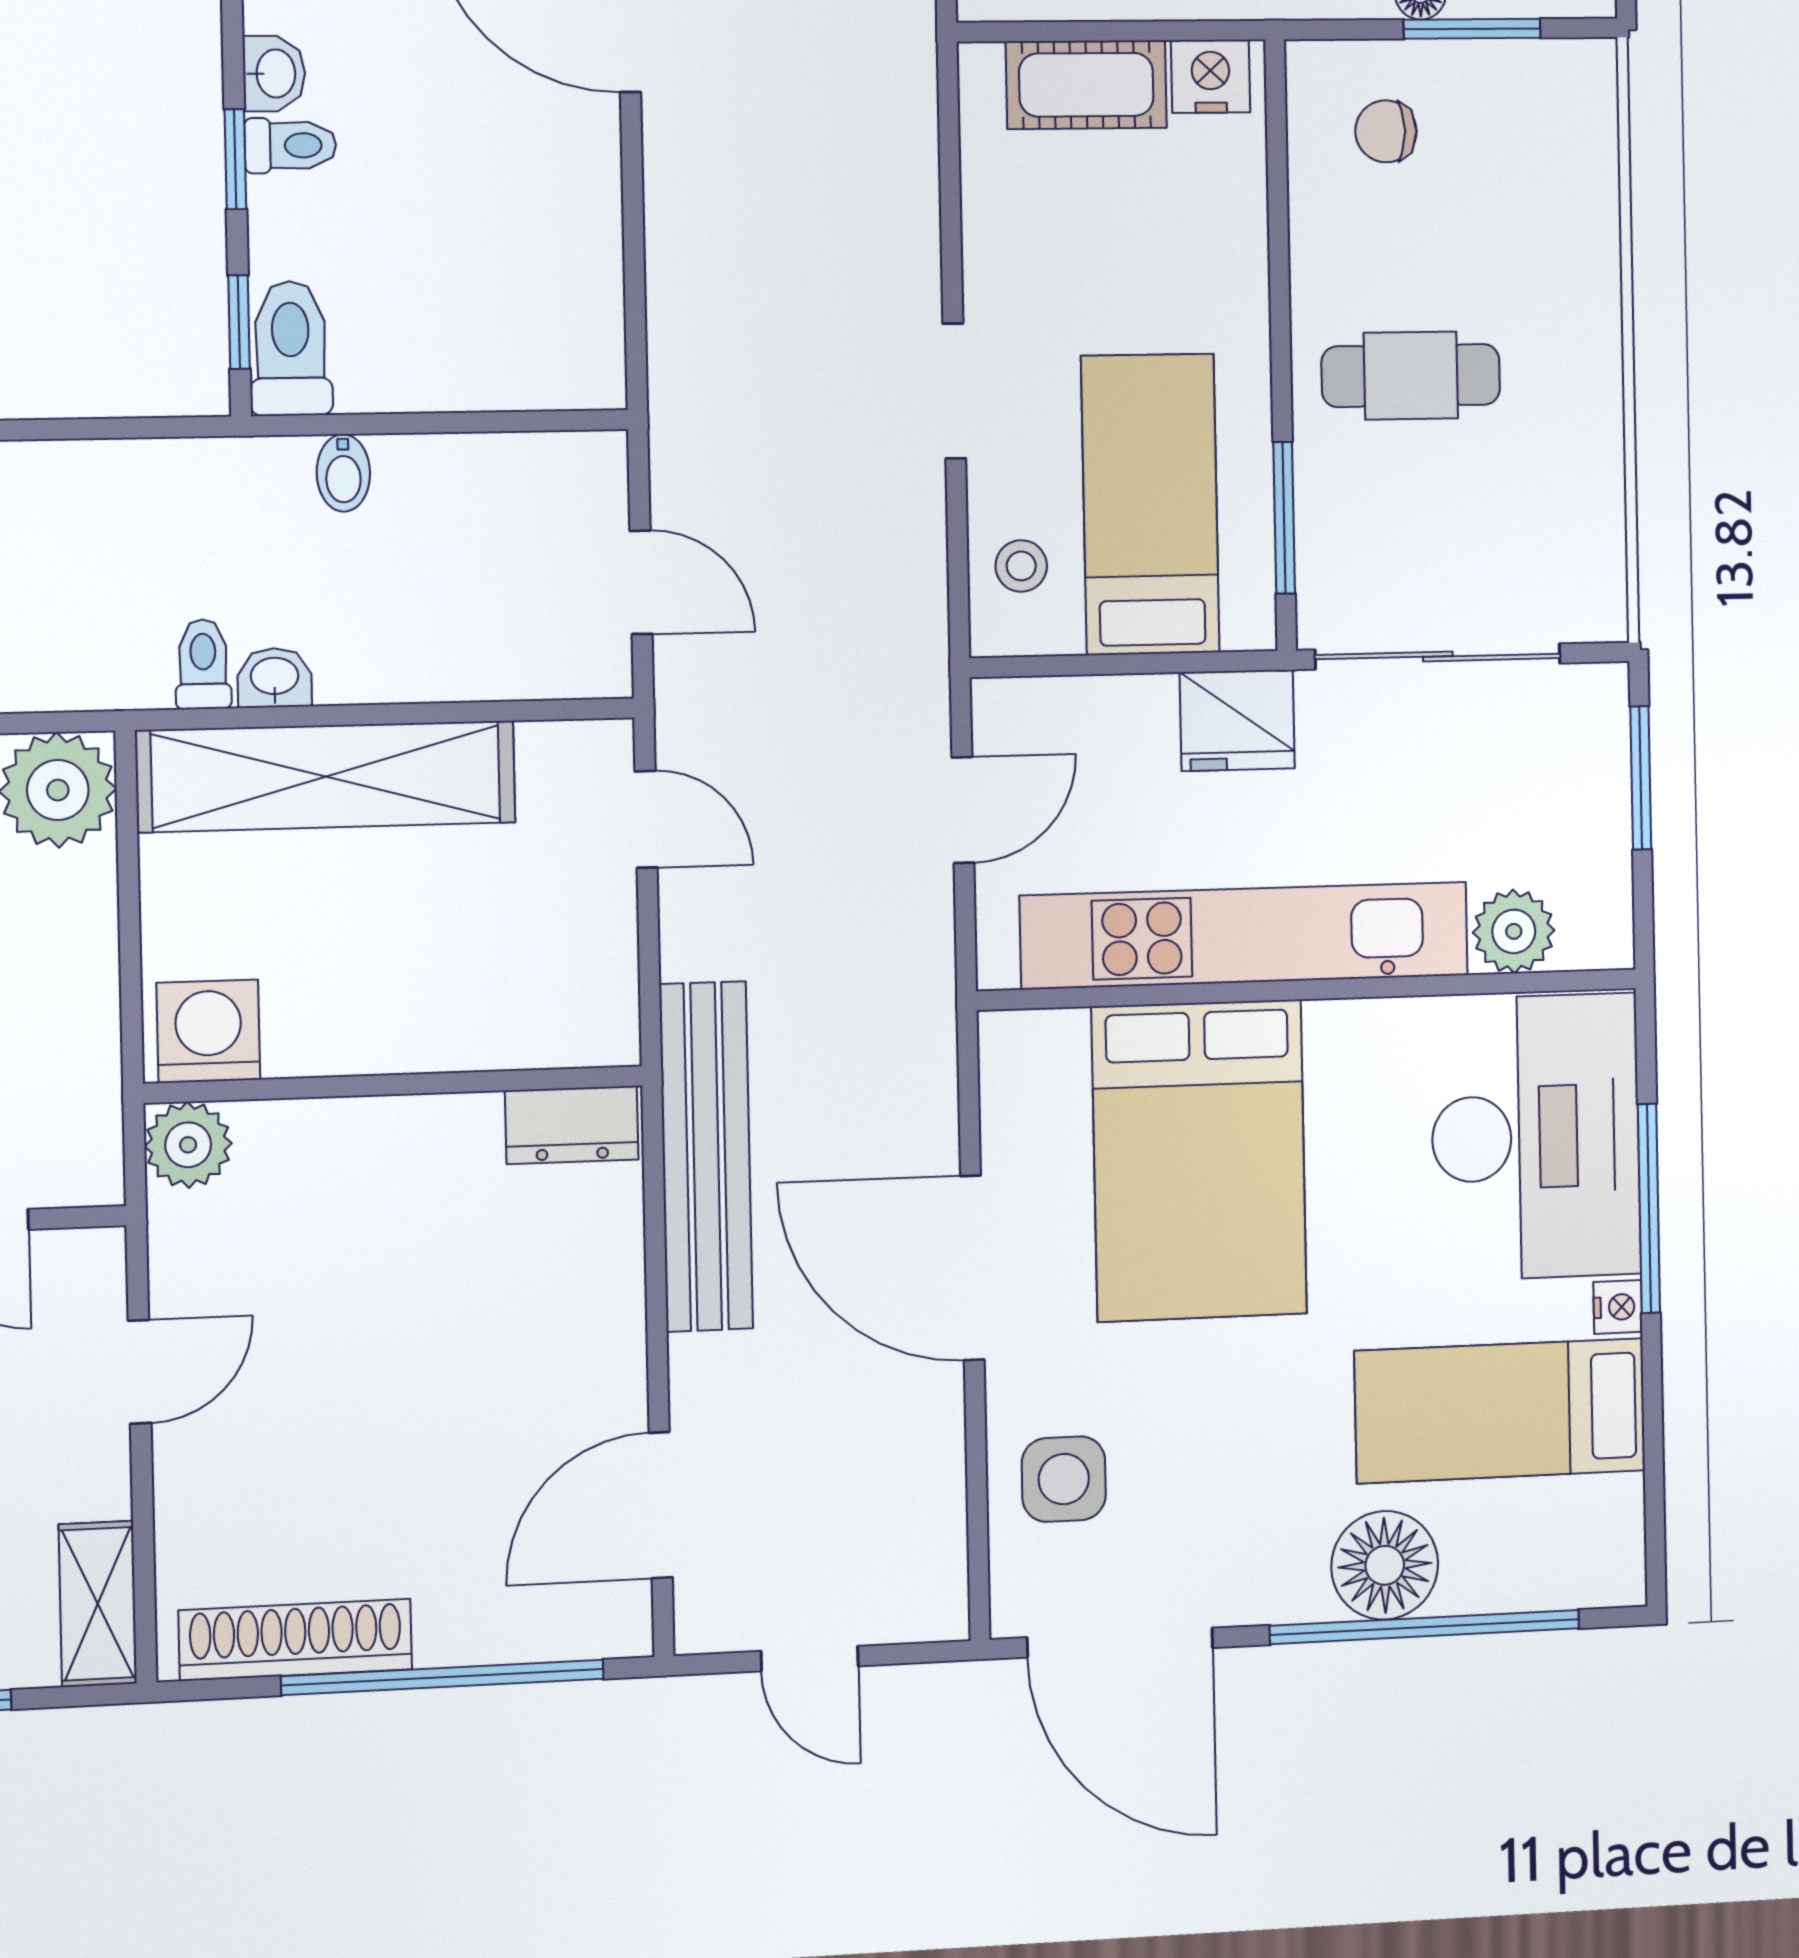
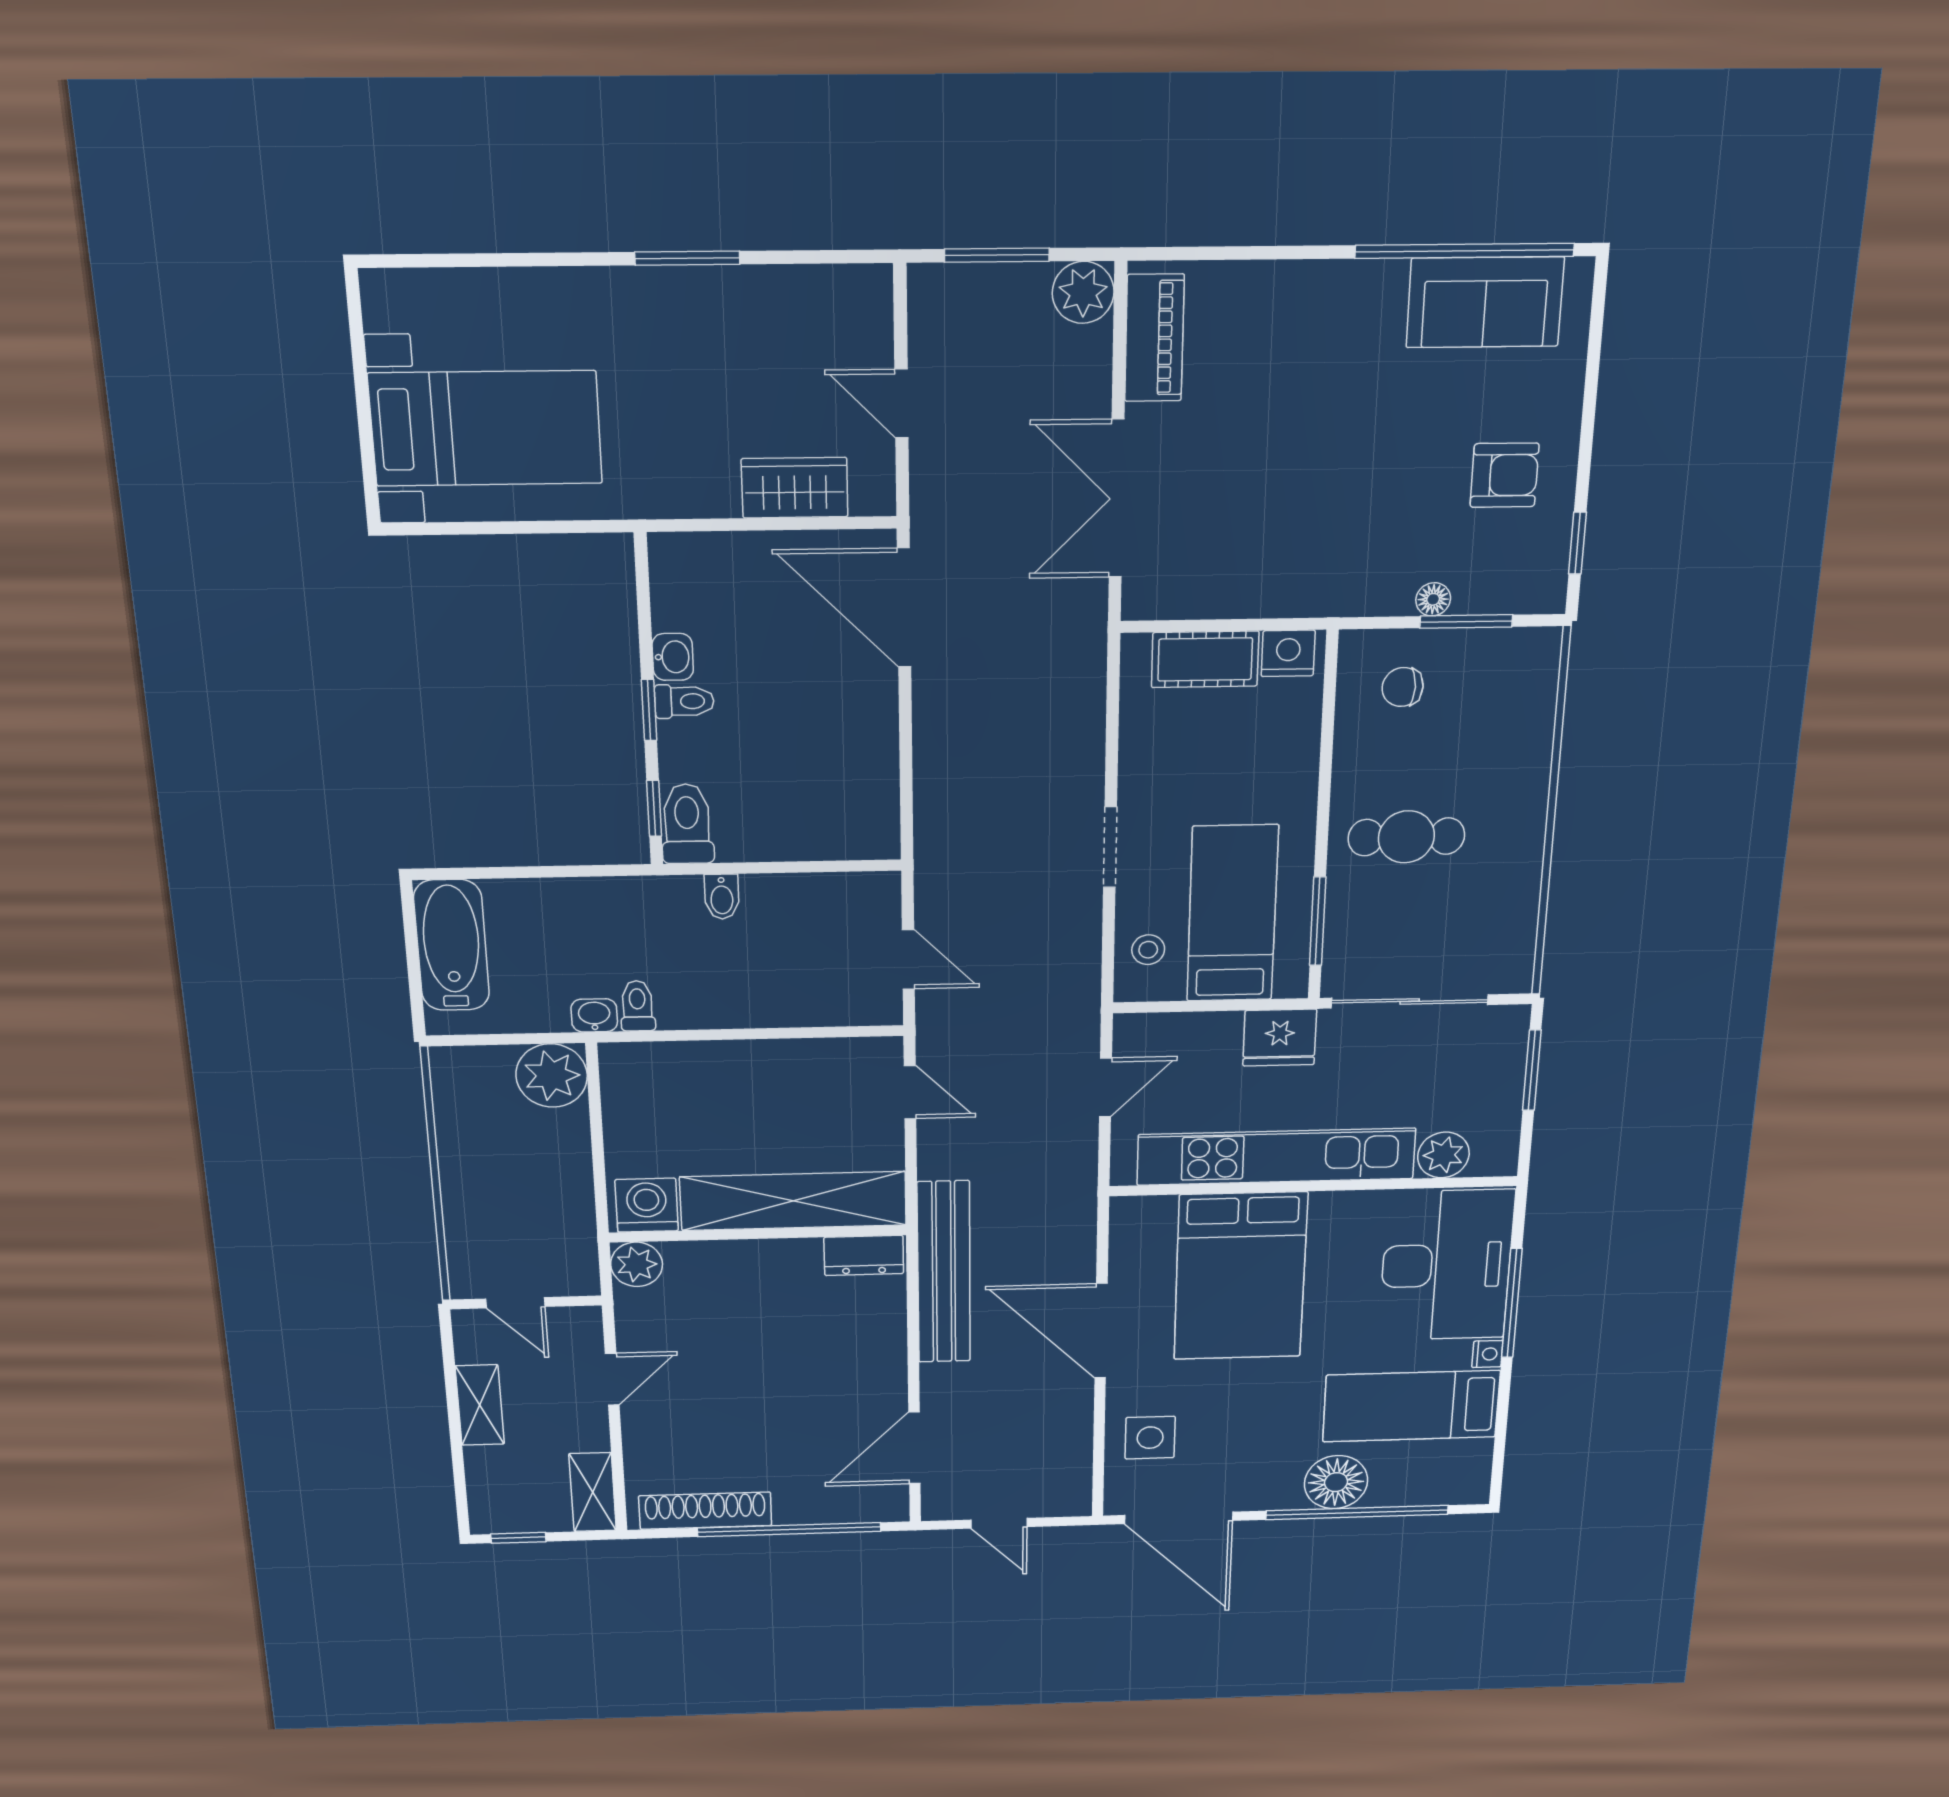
washbasin: (275, 678) -> (594, 1015), moved
shelving: (326, 777) -> (793, 1201), moved

